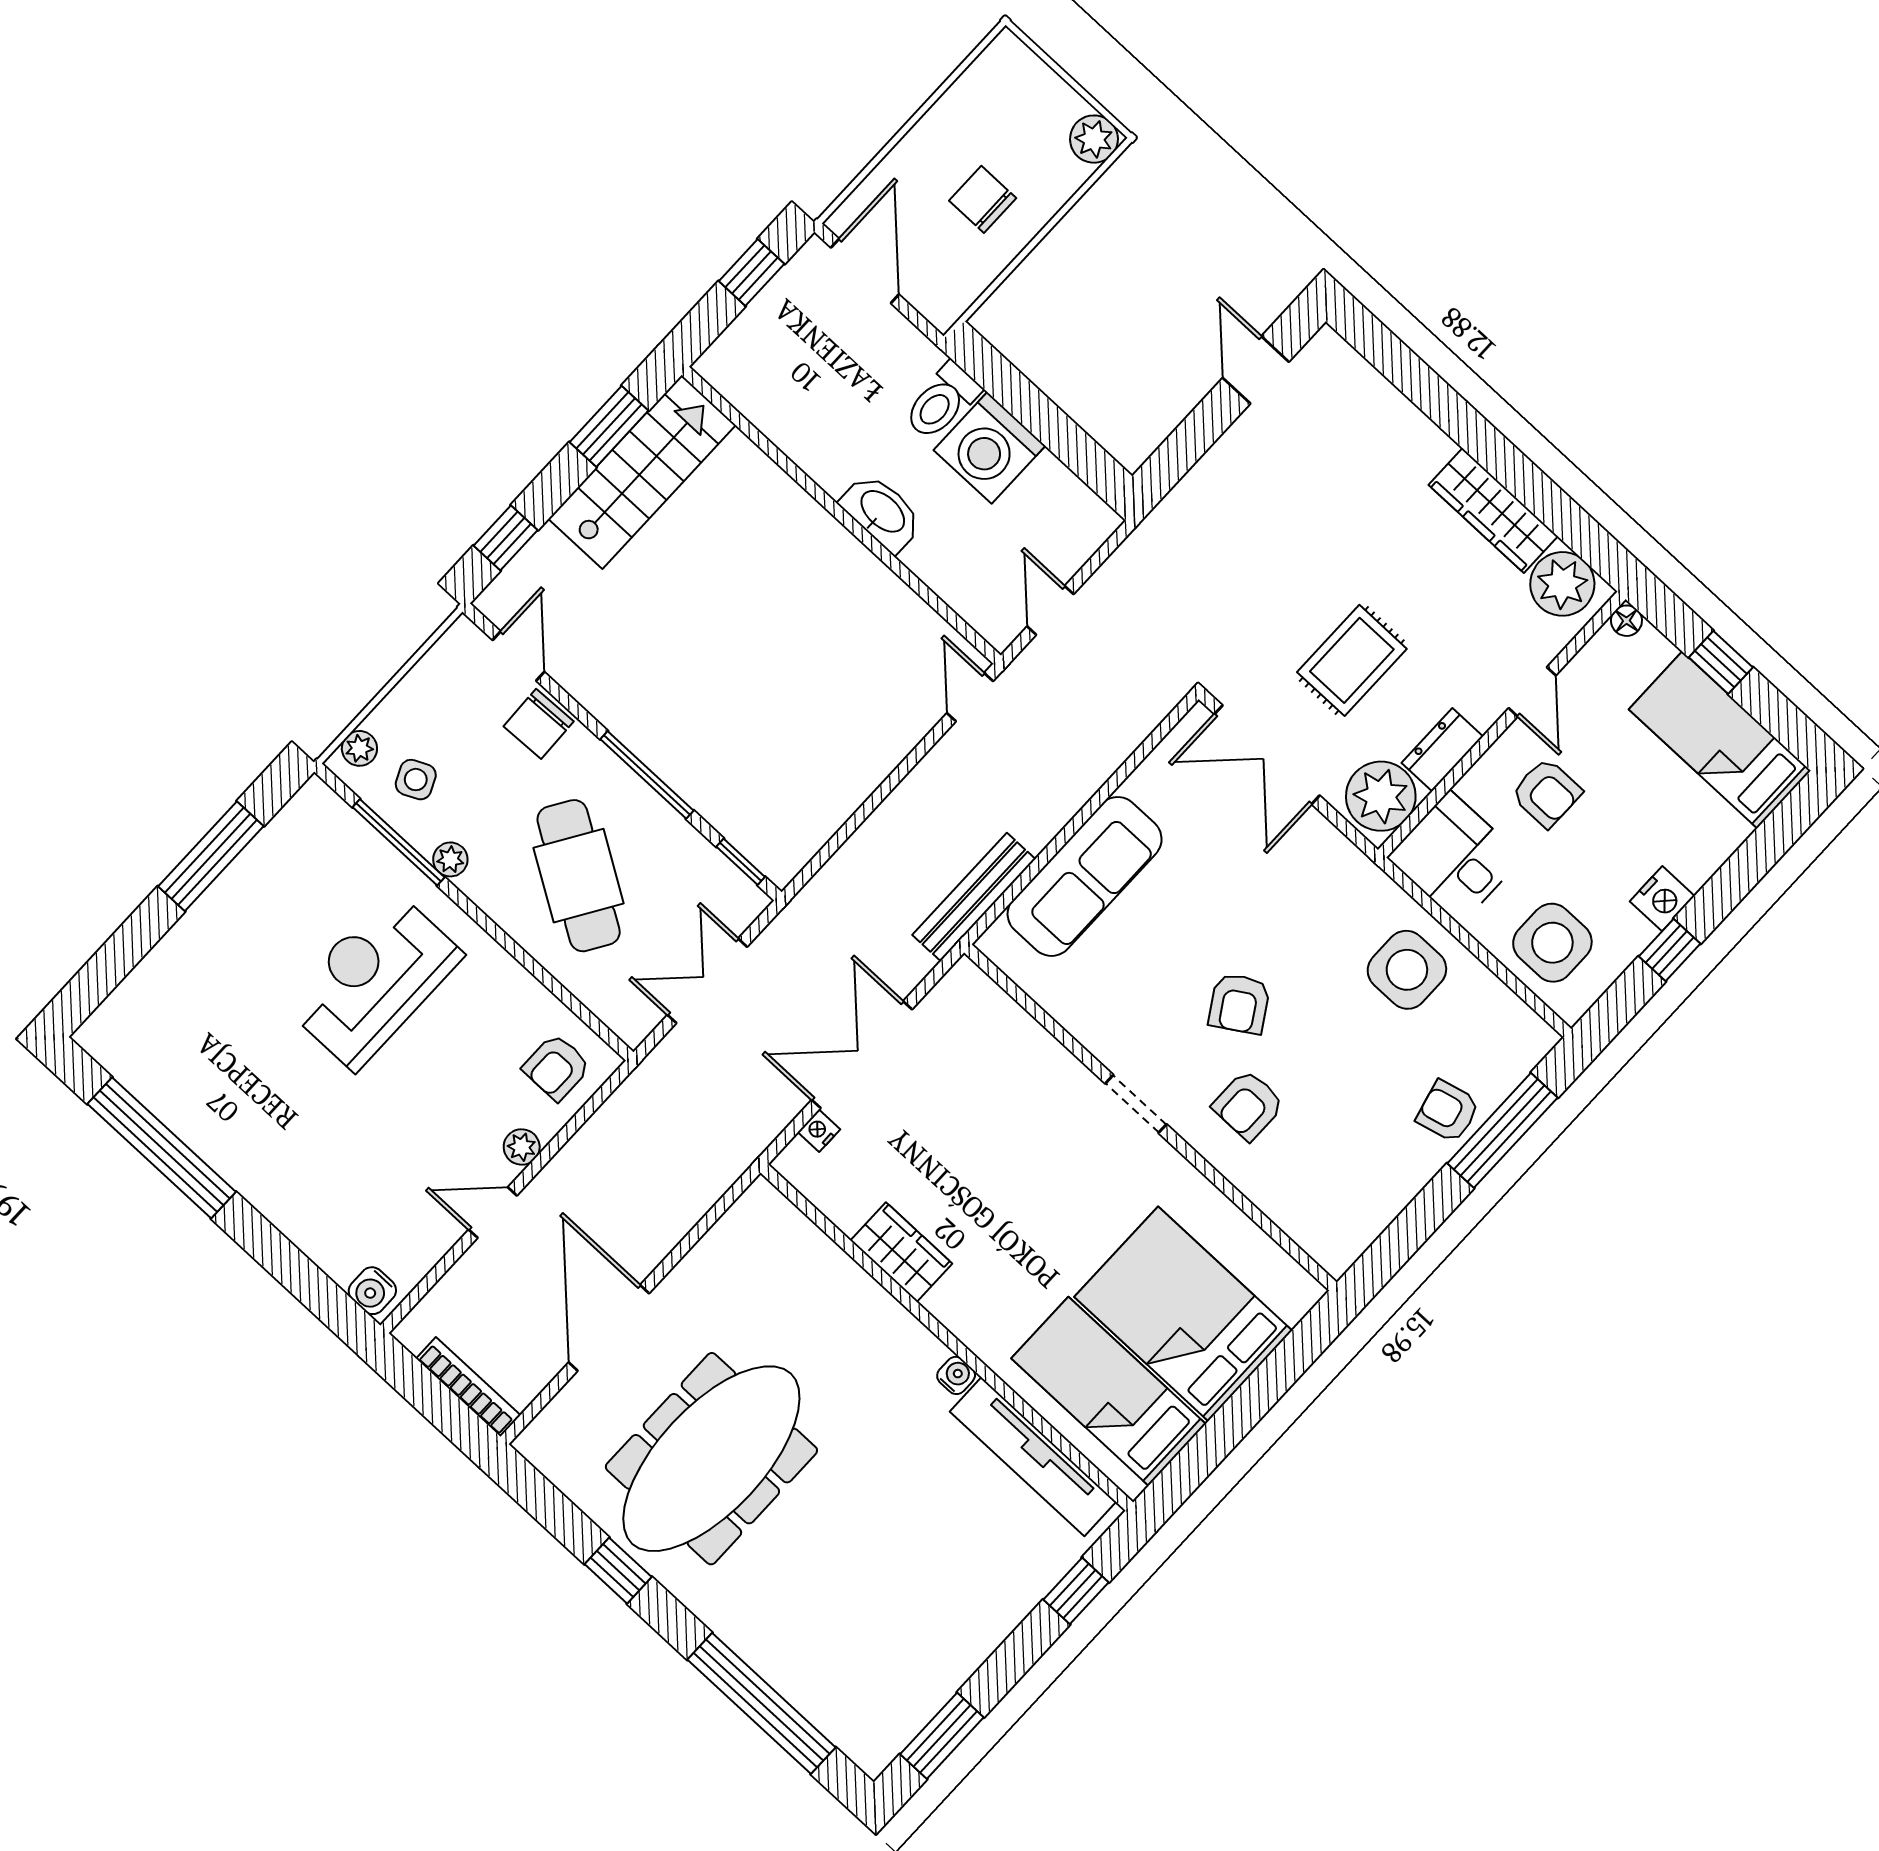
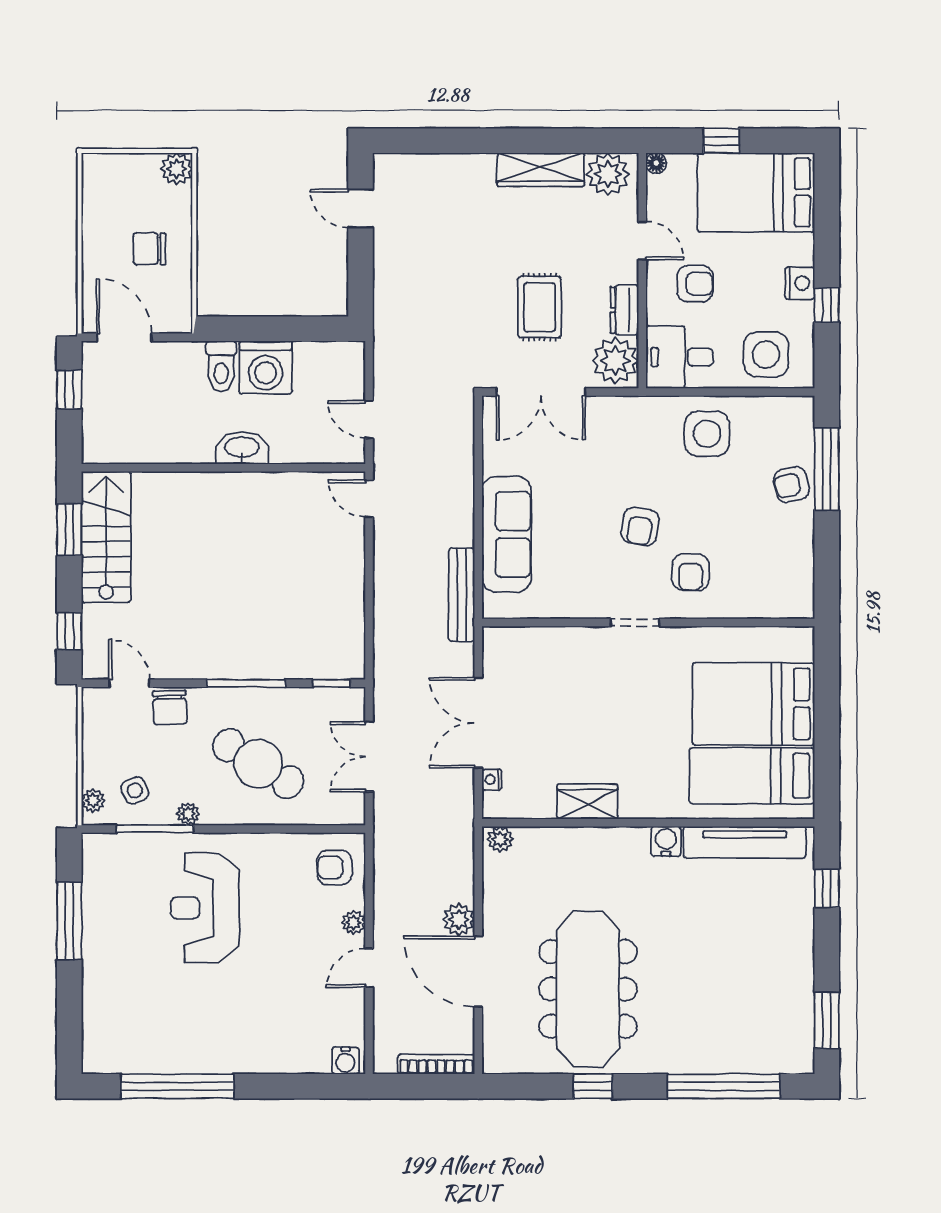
bed: (1720, 740) -> (756, 192), width x1.50
armchair: (1239, 1004) -> (640, 526), turned 42
armchair: (557, 1067) -> (334, 868), turned 90
plant: (767, 1205) -> (500, 839), added
plant: (640, 1251) -> (459, 920), added
water cooler: (956, 1375) -> (666, 841), width x1.38, depth x1.38

